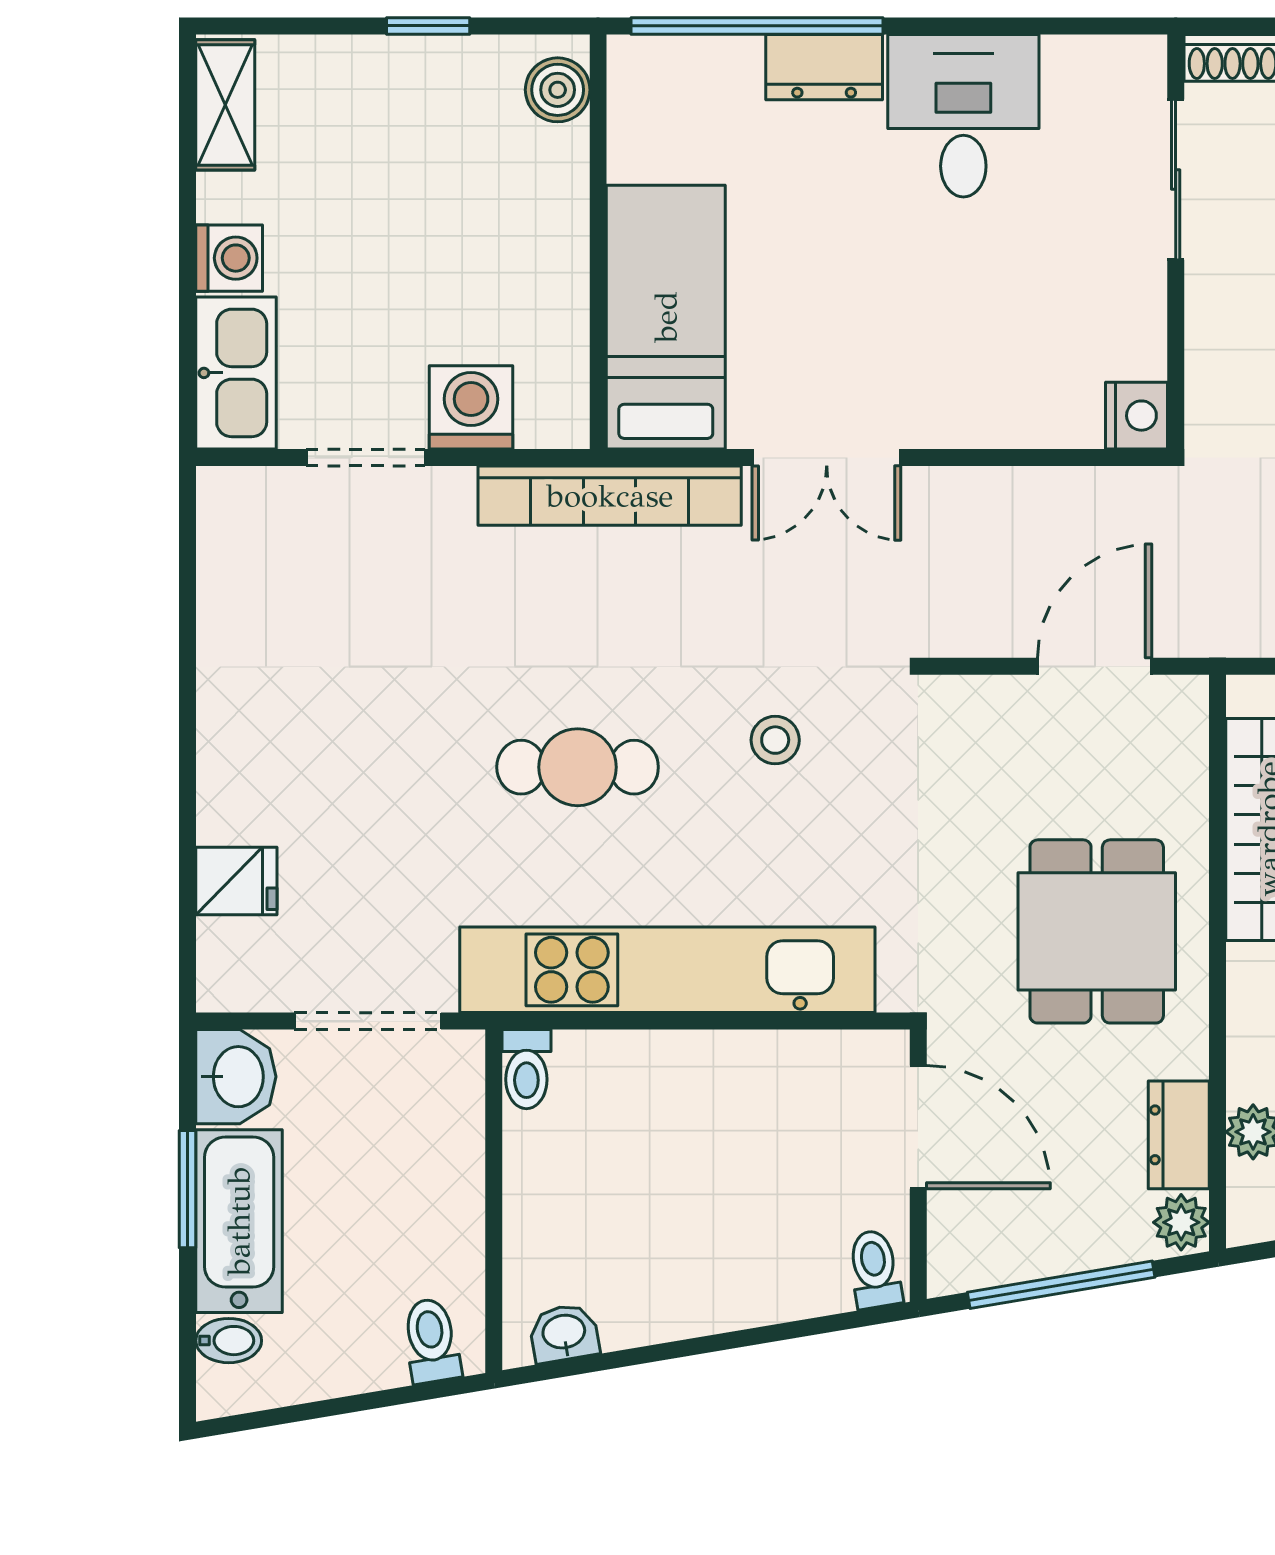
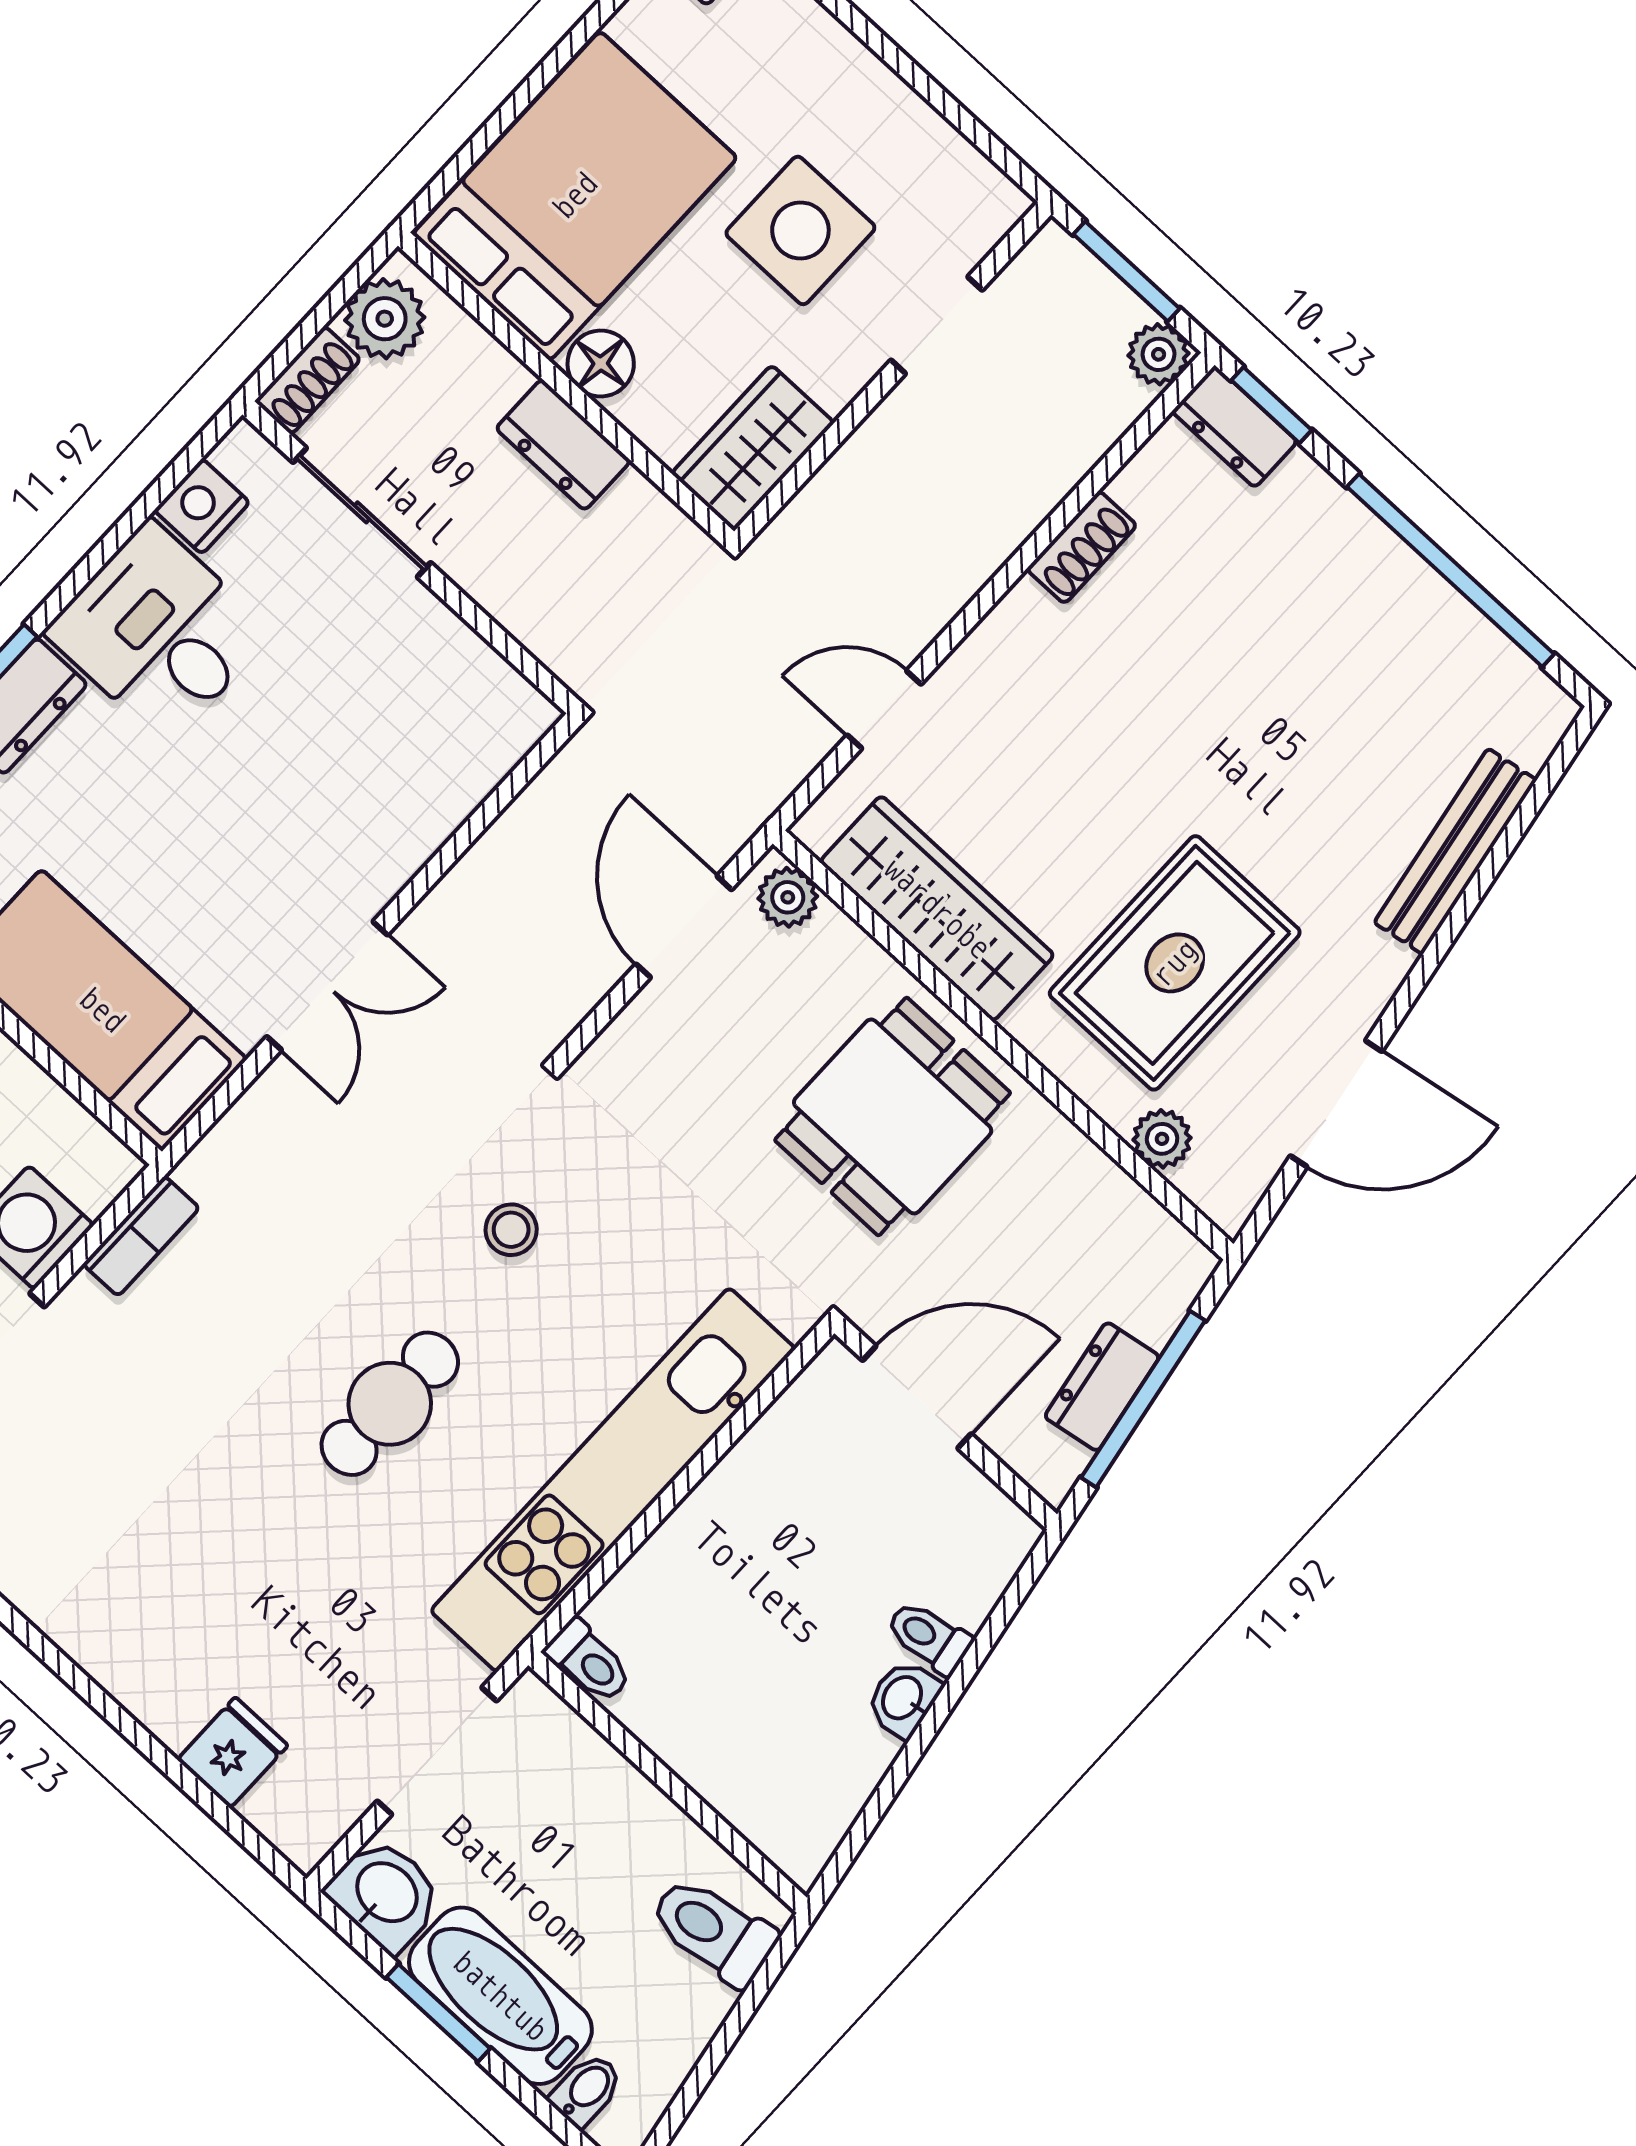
nightstand: (1137, 416) -> (202, 506), moved, turned -90
bookcase: (610, 496) -> (141, 1236), width x0.43, depth x0.76
dining table: (1097, 931) -> (893, 1116), turned 90
dresser: (1179, 1135) -> (1102, 1387), moved, turned 80
plant: (1181, 1222) -> (788, 897), moved
toilet: (875, 1269) -> (929, 1637), moved
washbasin: (564, 1333) -> (903, 1699), moved
toilet: (431, 1341) -> (713, 1931), width x1.37, depth x1.39

